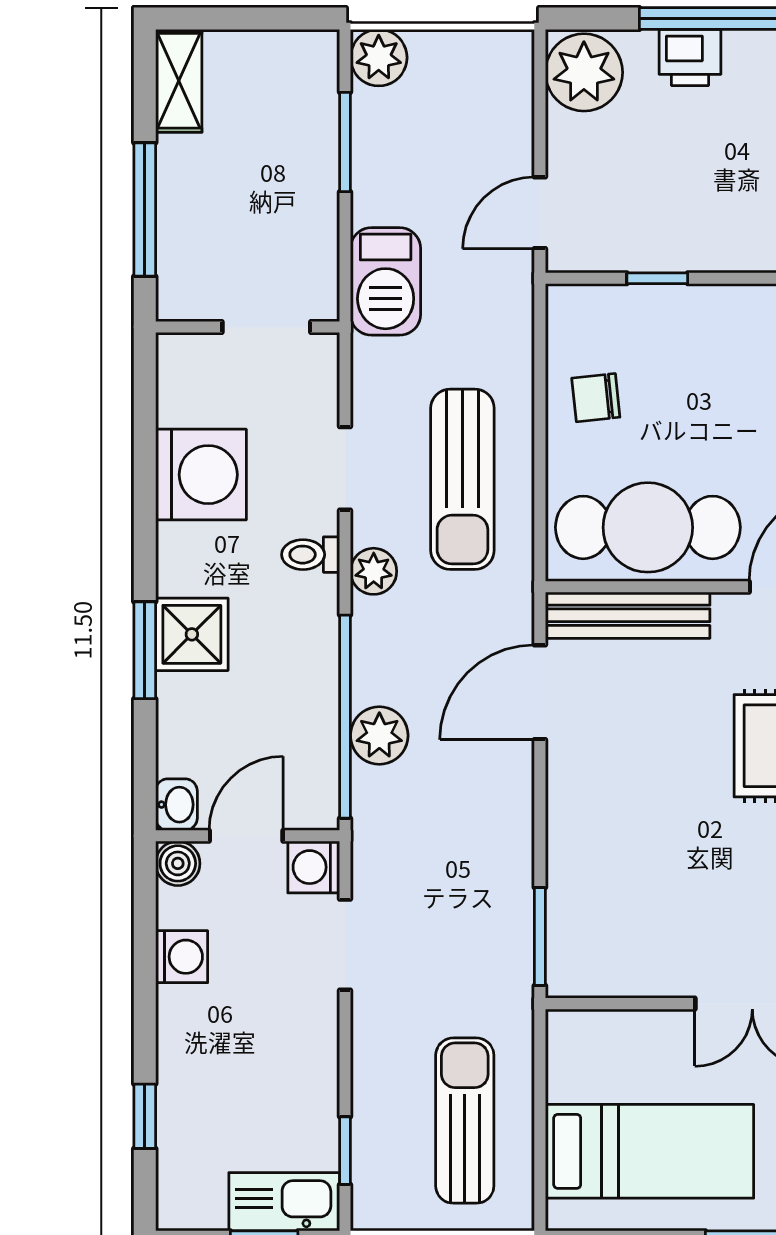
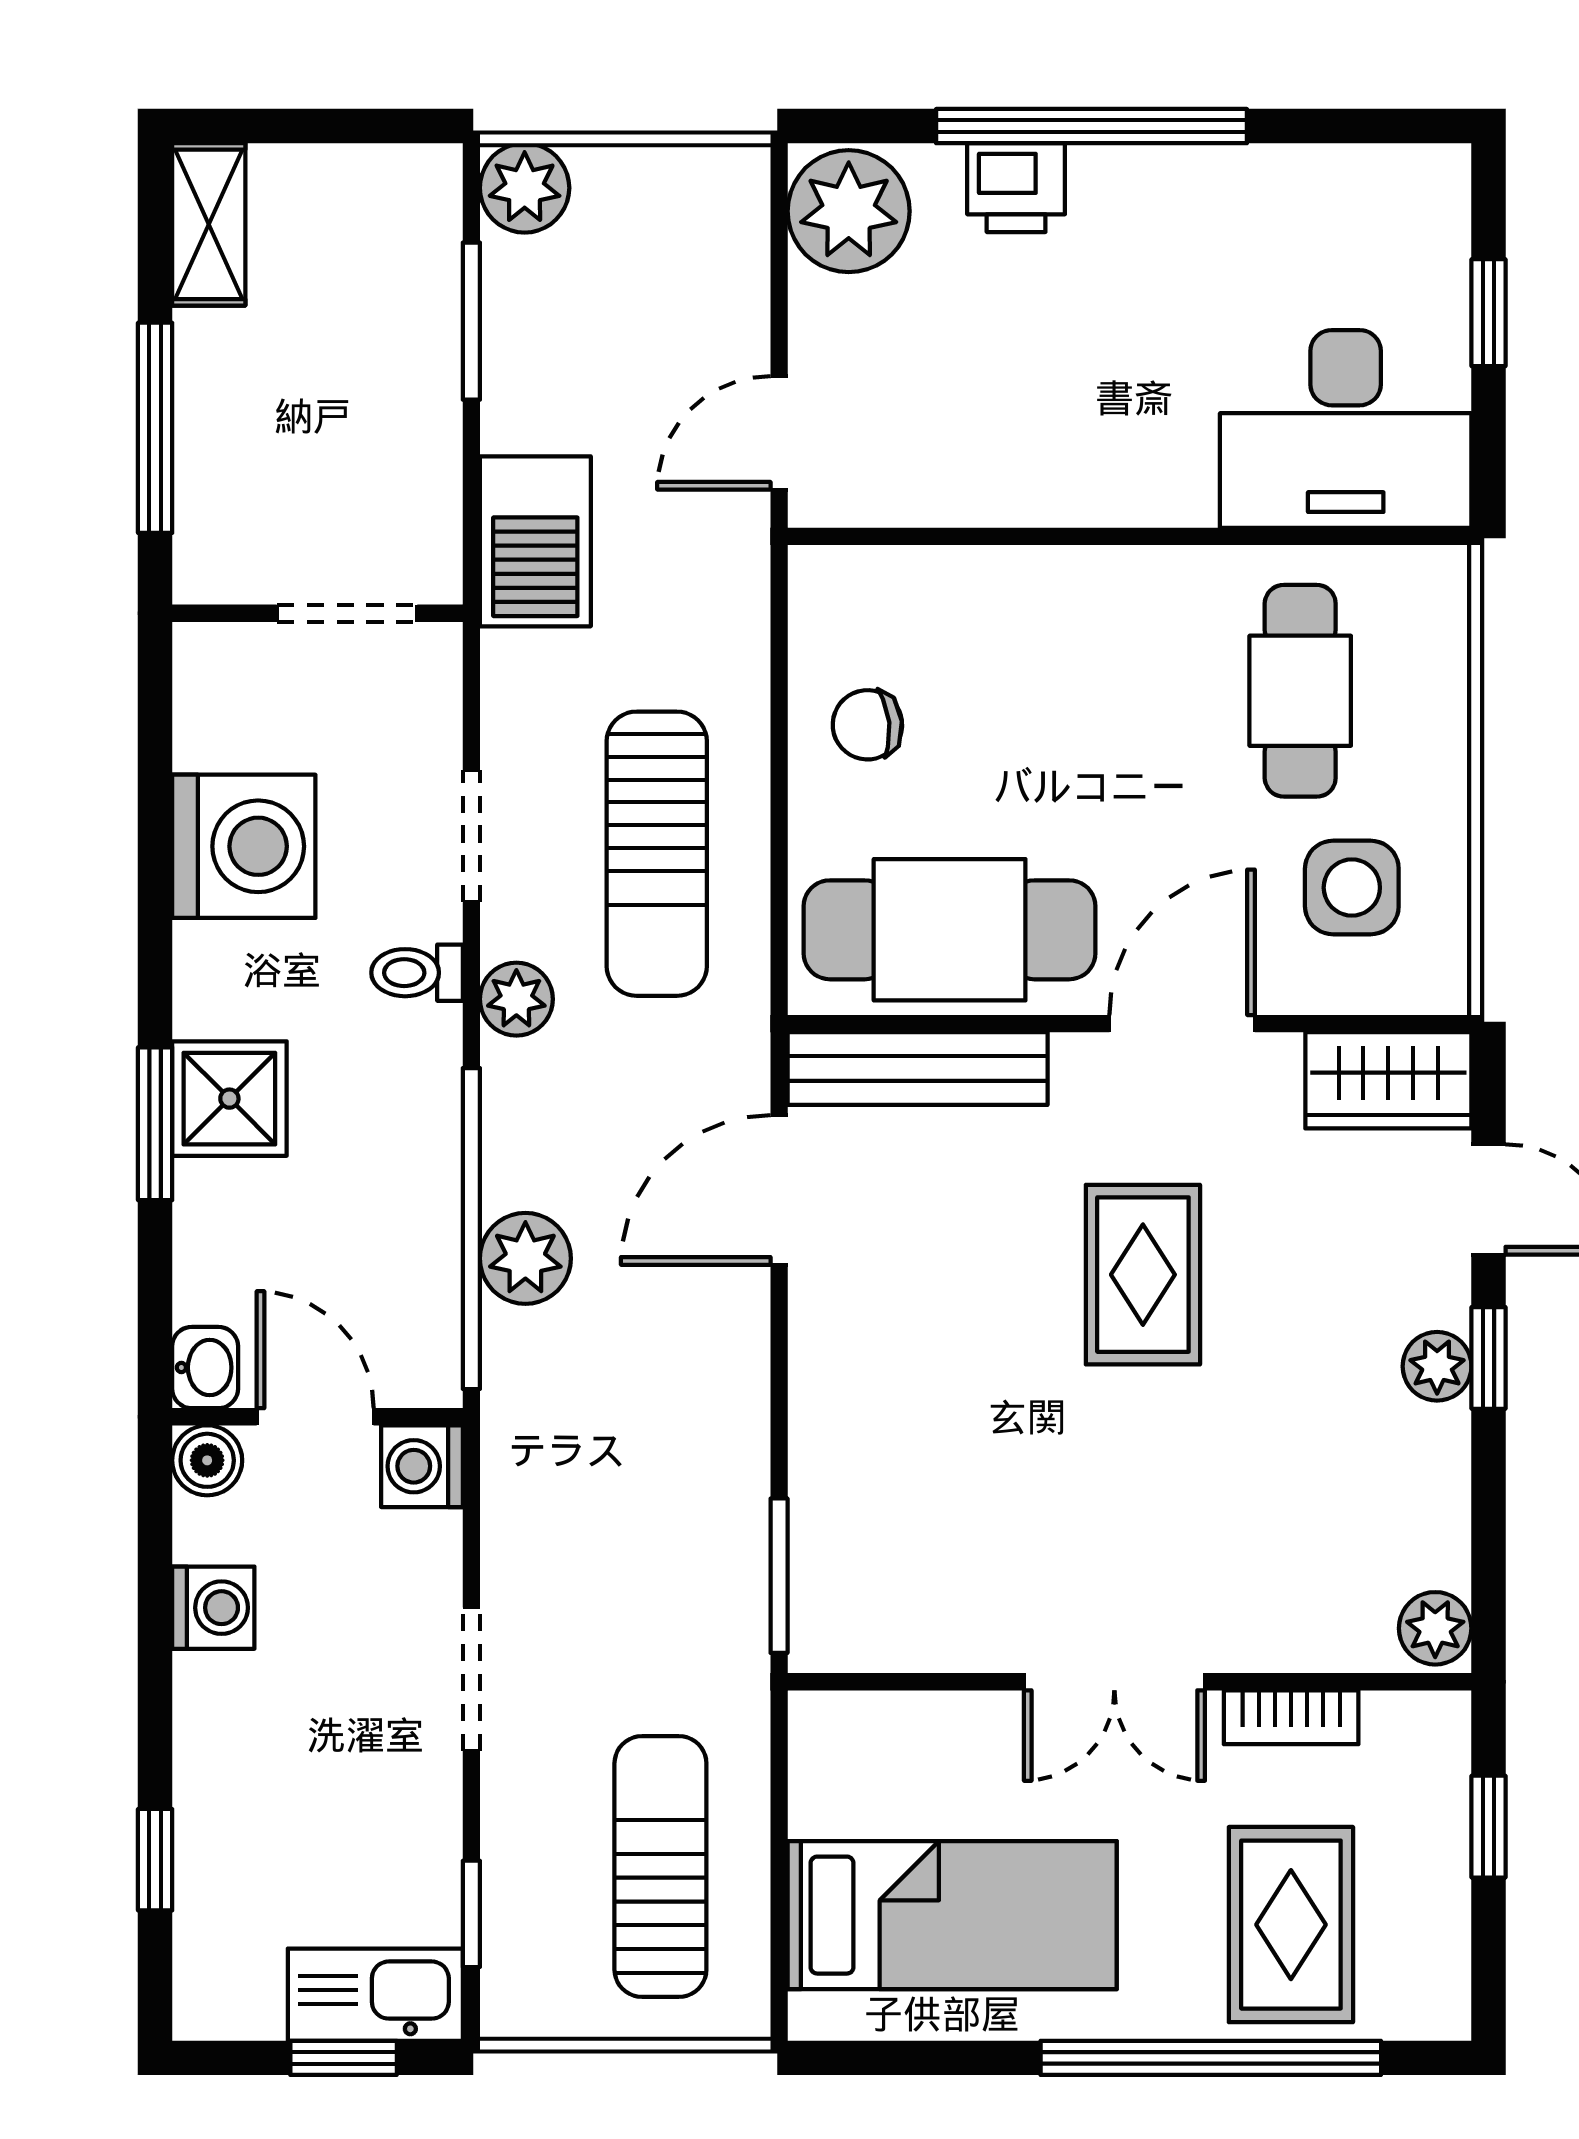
window: (657, 278) -> (964, 536), removed
door: (246, 836) -> (315, 1417), hinge flipped
doorway: (345, 945) -> (471, 1679), moved

